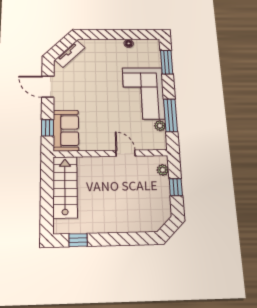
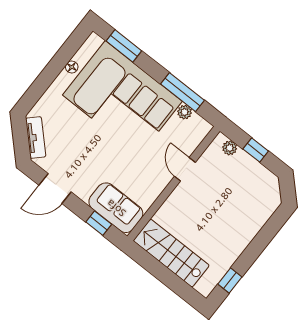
corner sofa: (143, 93) -> (122, 98), width x1.36, depth x1.36
door: (126, 153) -> (185, 169), hinge flipped

